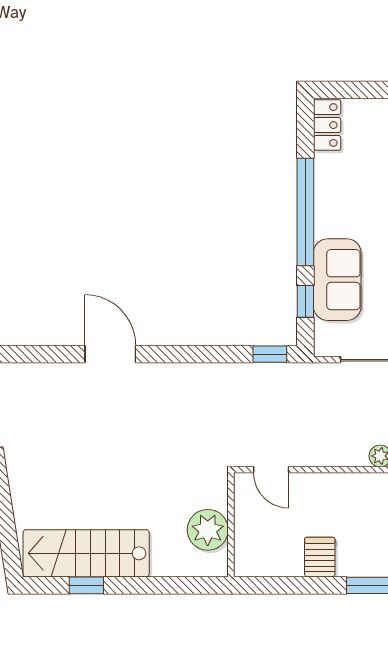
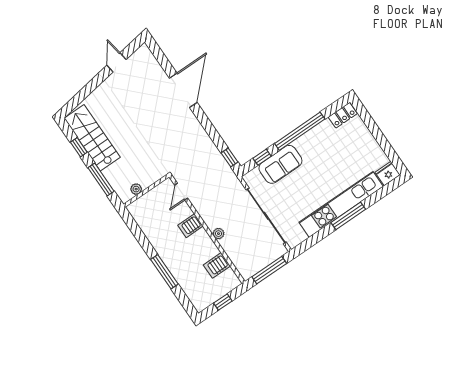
door: (110, 354) -> (183, 90), width x1.36
plant: (208, 530) -> (136, 189), width x0.53, depth x0.53
server rack: (320, 557) -> (190, 226), moved, turned 180
window: (163, 585) -> (101, 180), added

